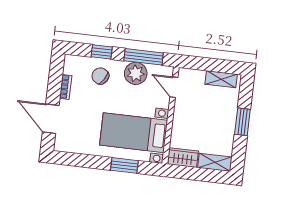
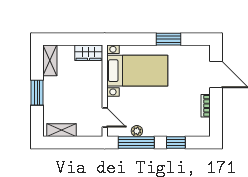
plant: (136, 73) -> (137, 131), width x0.53, depth x0.53
chair: (100, 76) -> (174, 120), removed
shelving: (215, 162) -> (50, 60), moved, turned 90
window: (124, 165) -> (169, 39), moved

